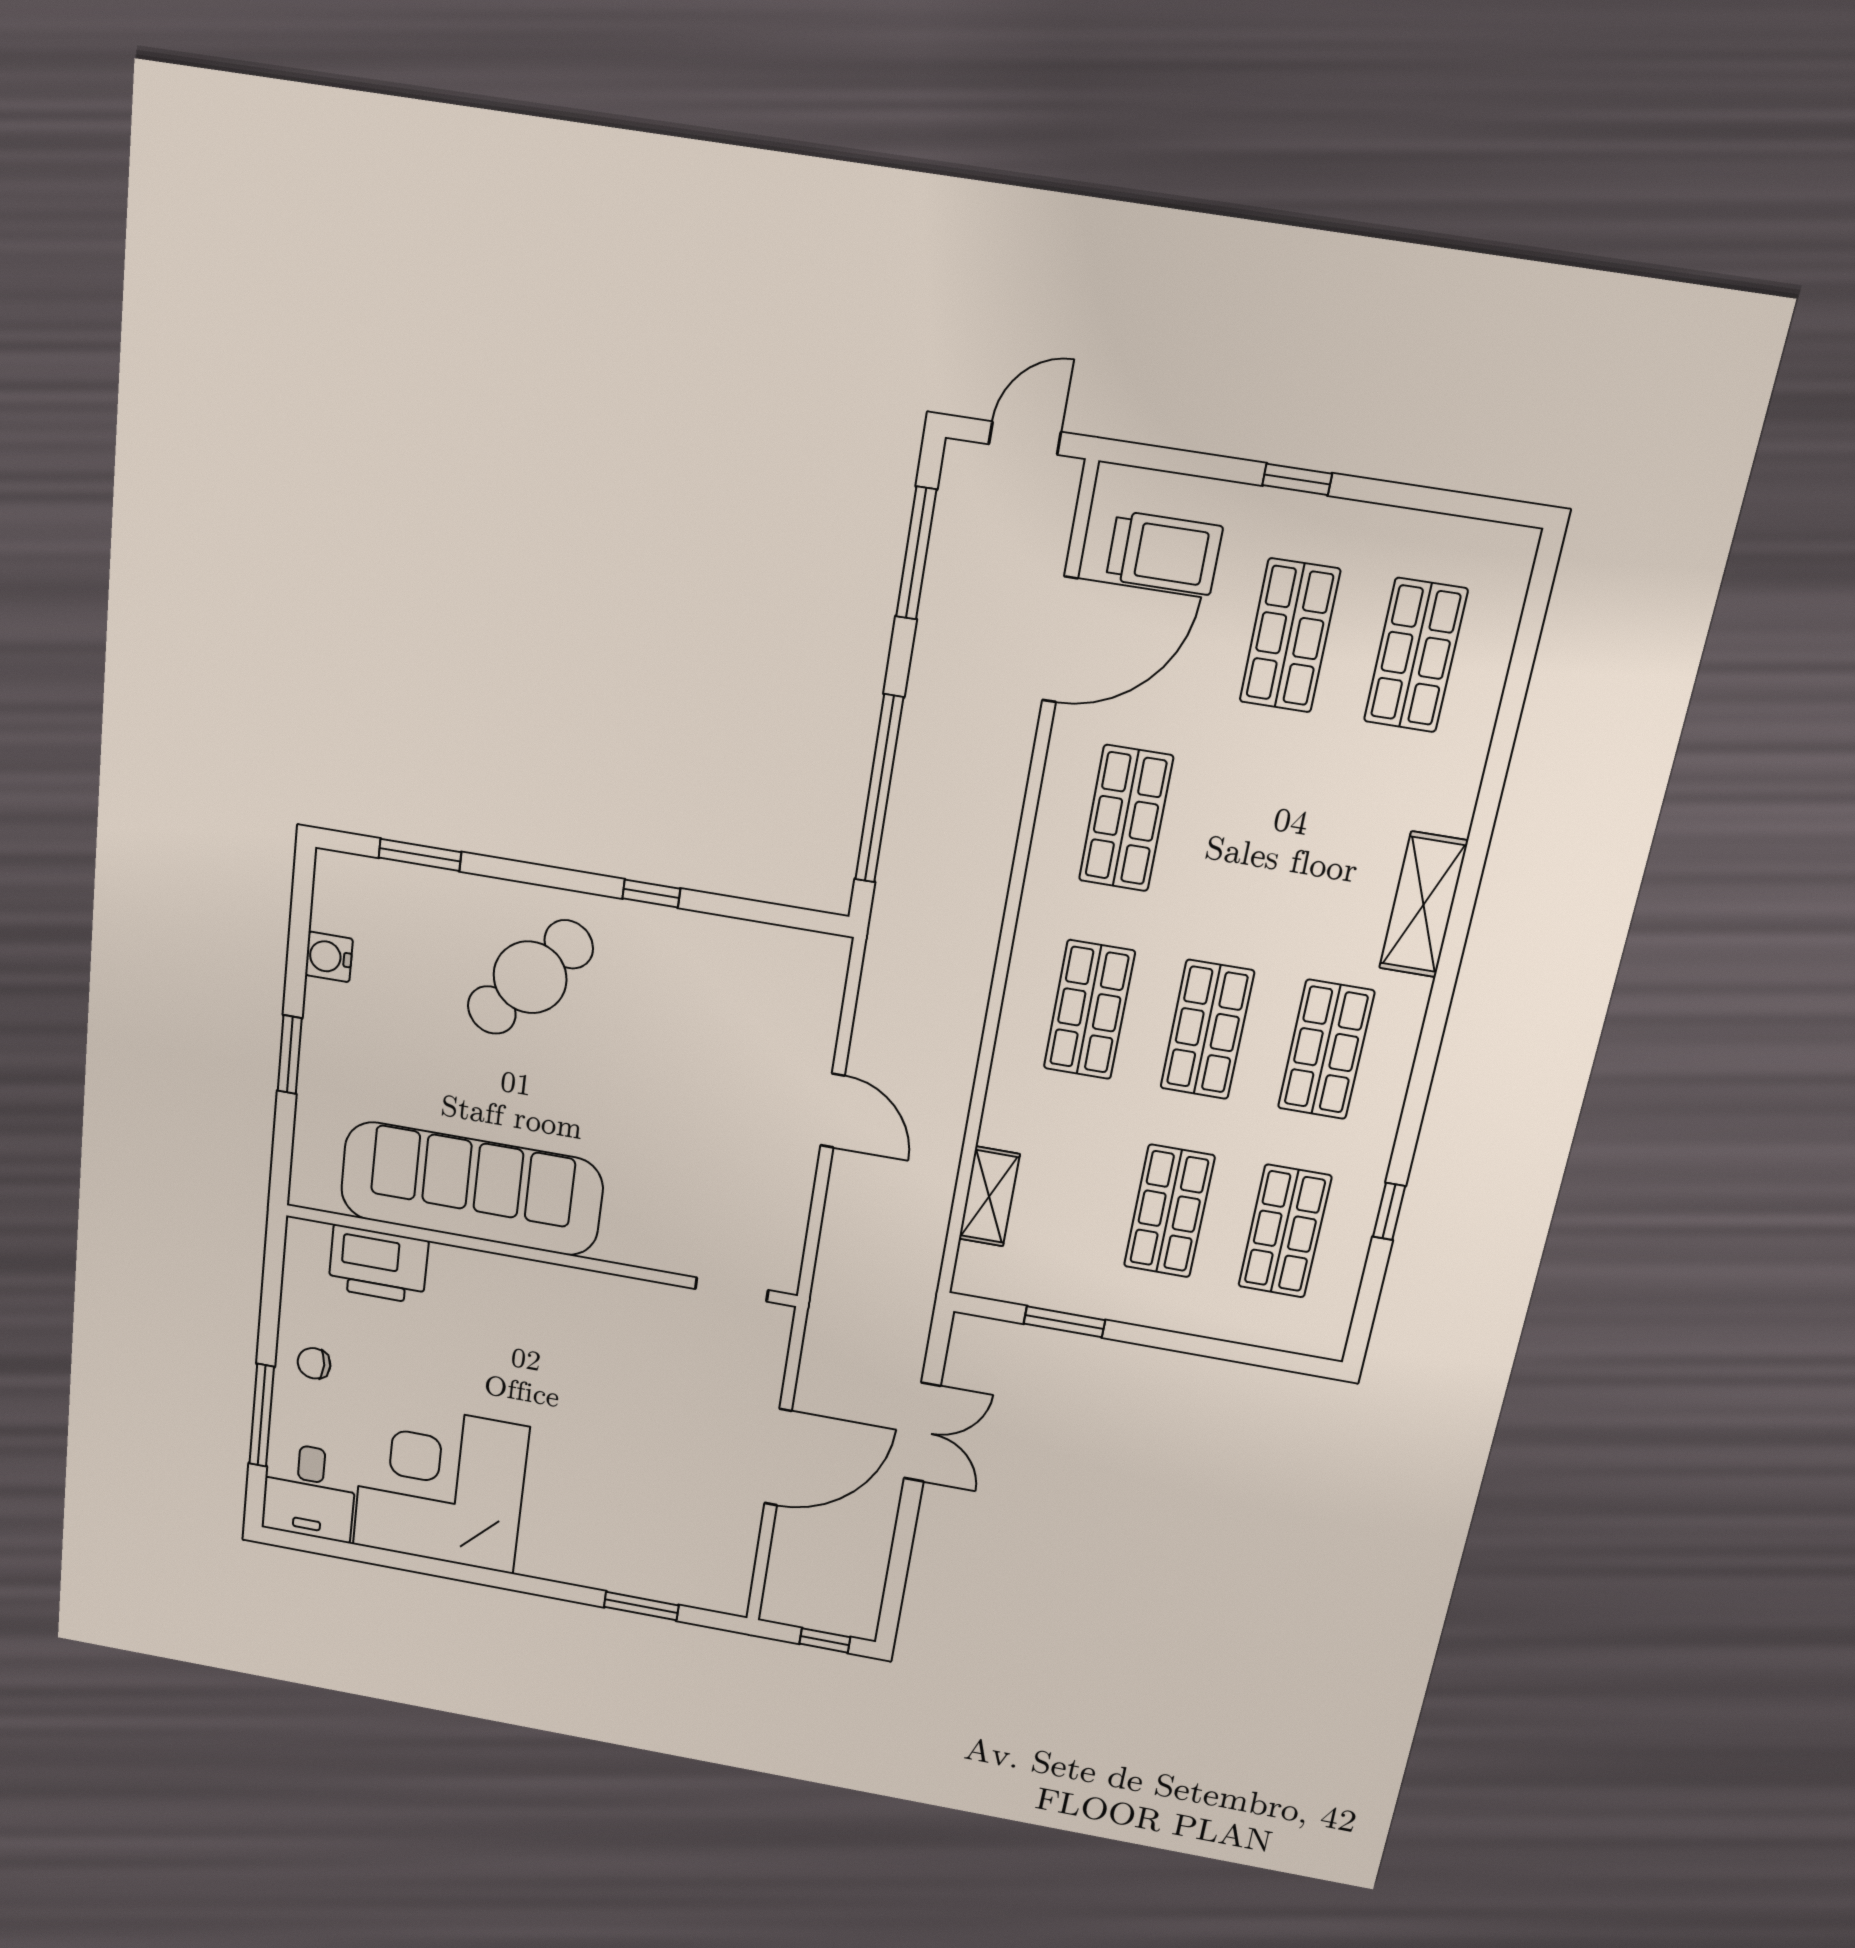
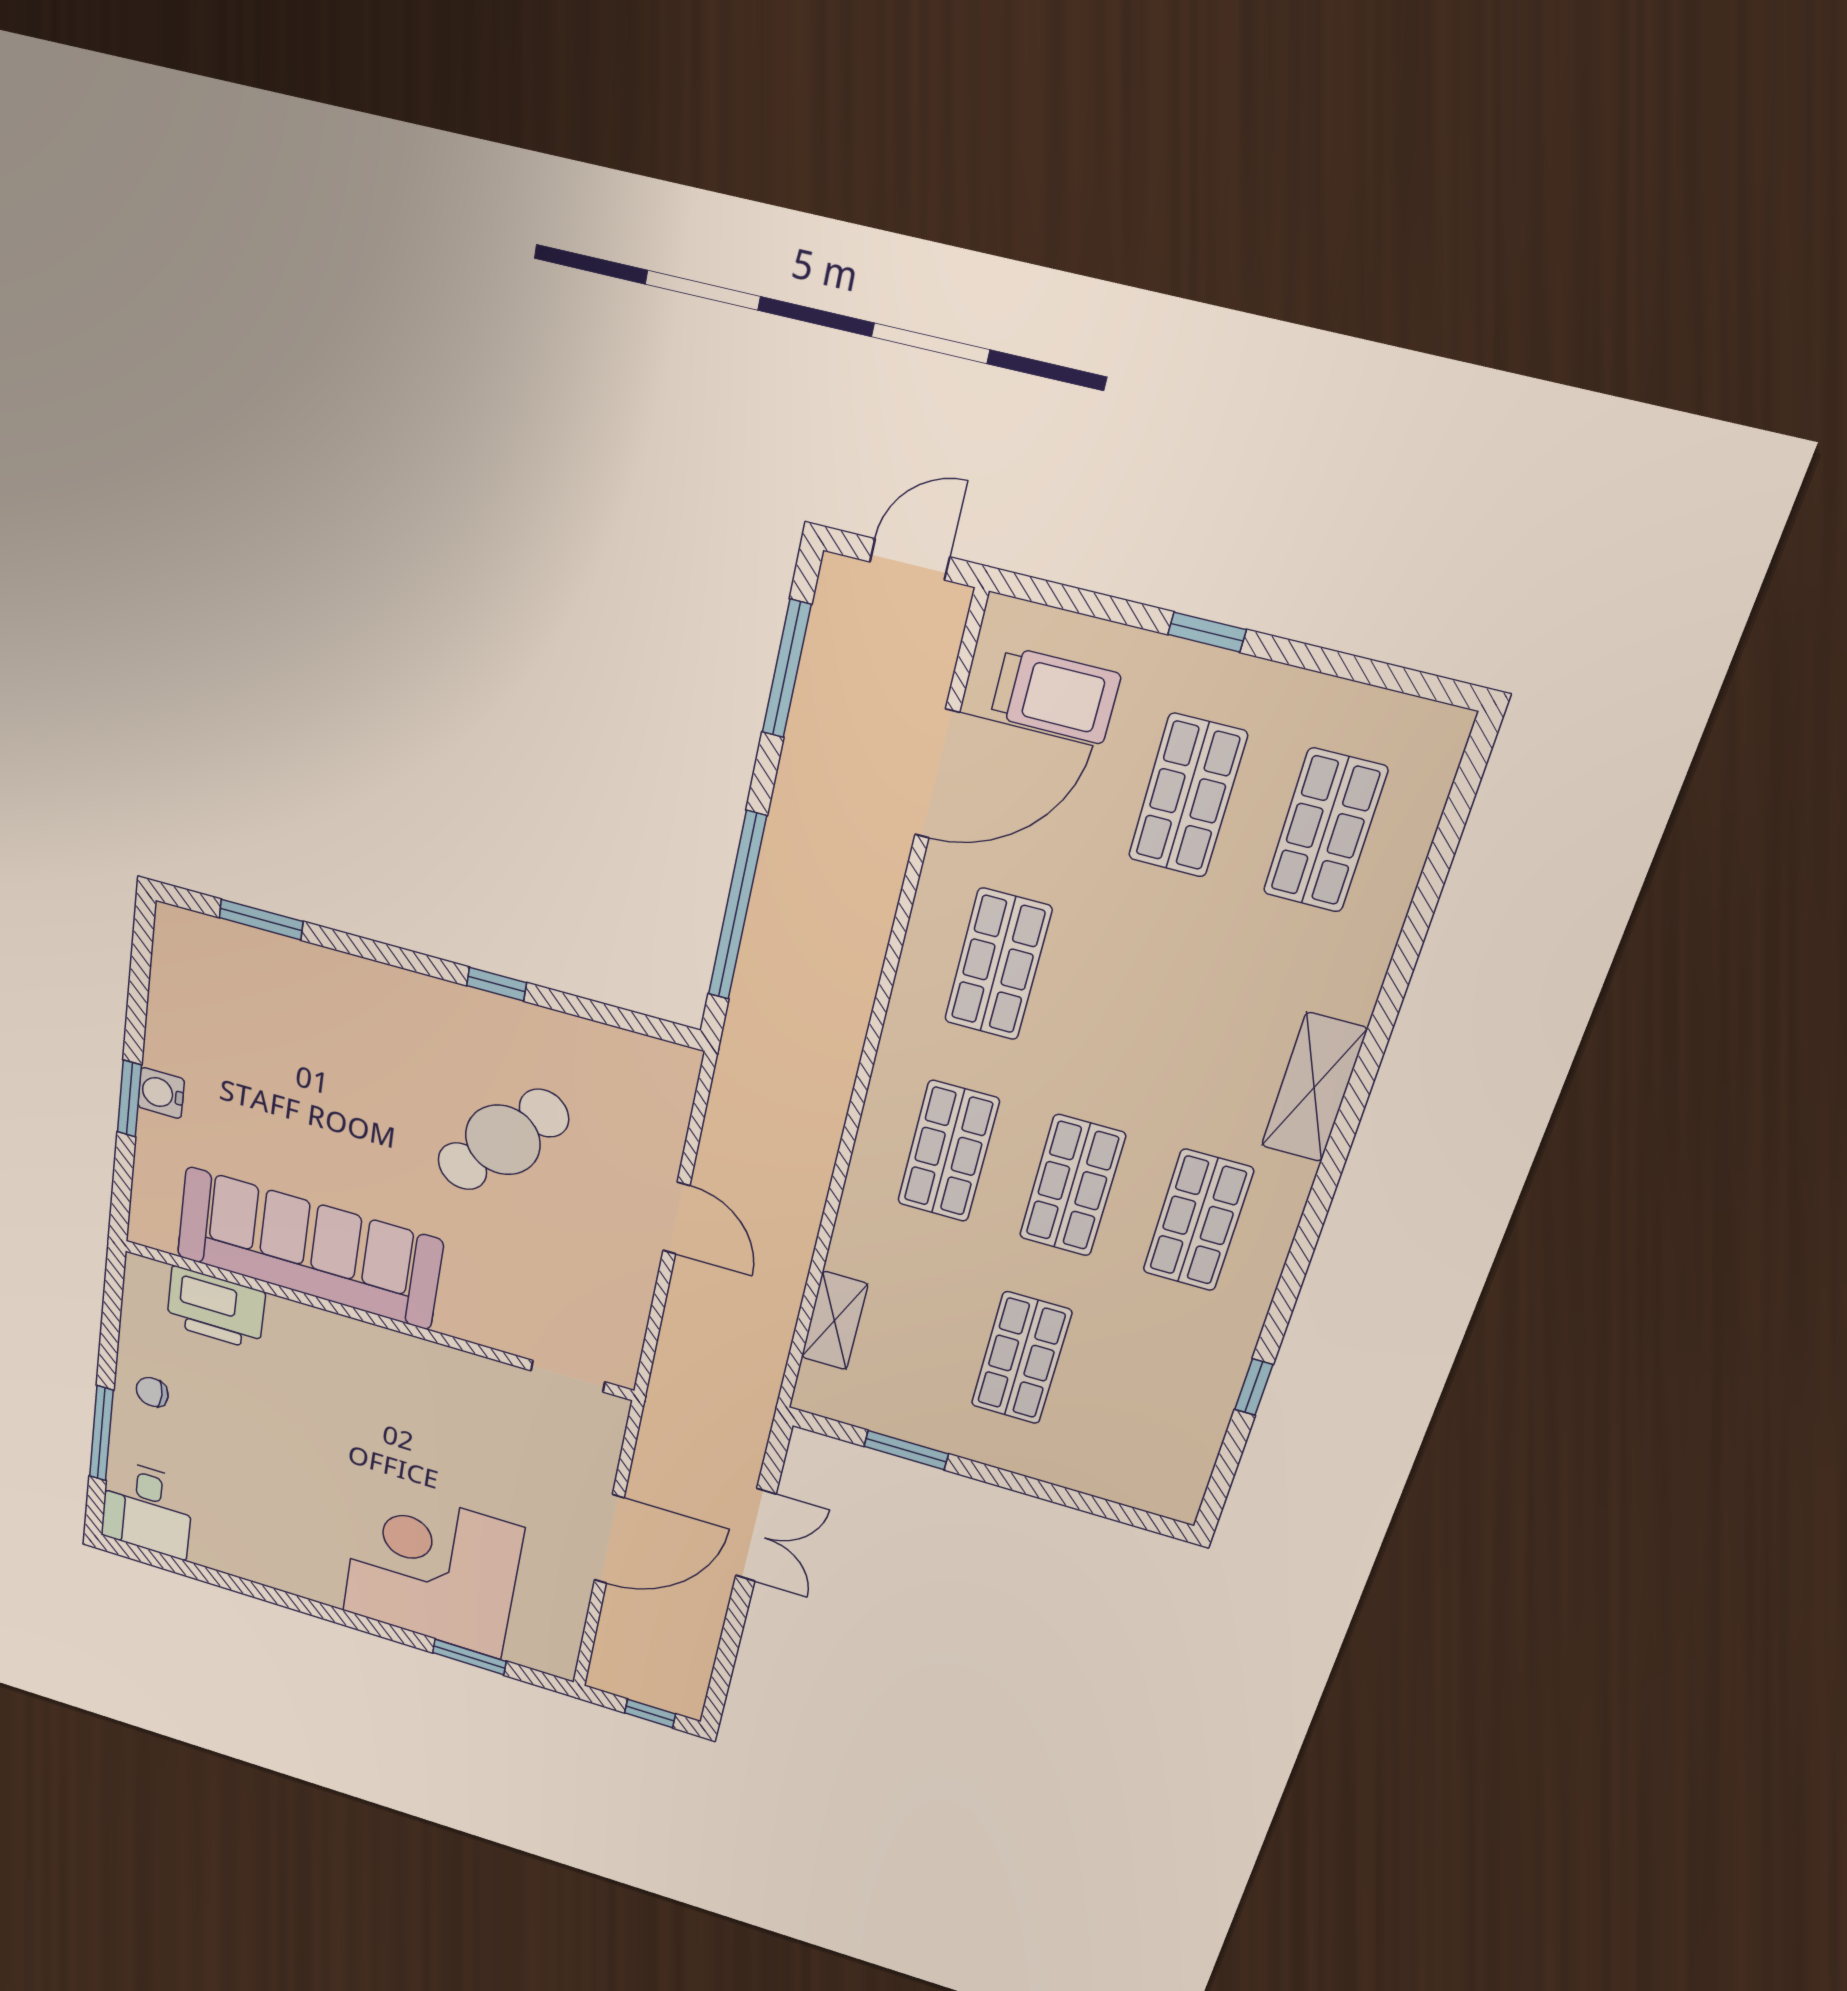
water cooler: (329, 957) -> (161, 1093), moved
cafe table: (530, 977) -> (503, 1140), moved
shop shelf: (1285, 1231) -> (1142, 1393), removed
corner desk: (440, 1486) -> (432, 1570), moved

